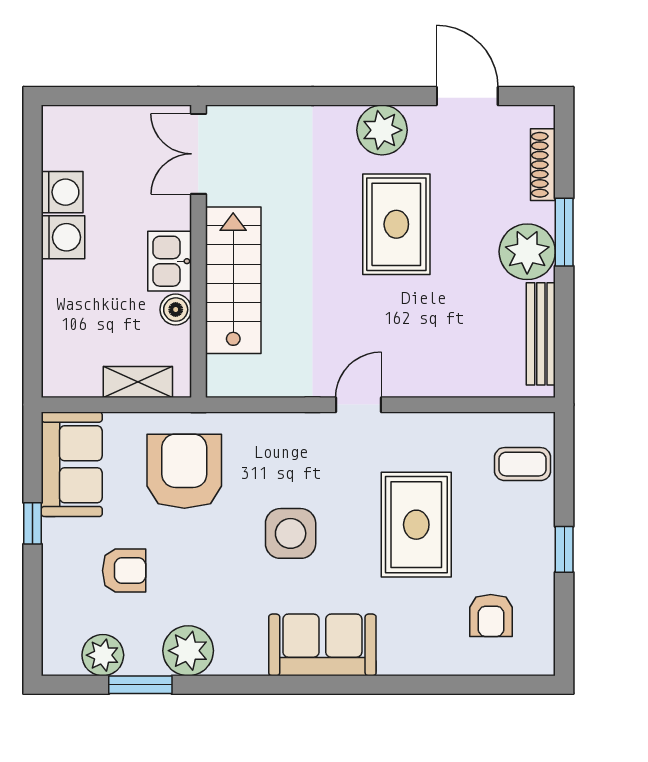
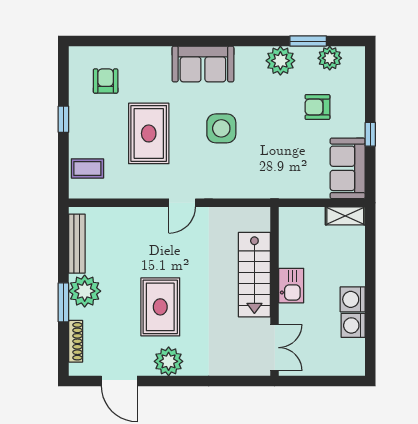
boiler: (176, 310) -> (288, 258), removed
shelving: (138, 382) -> (345, 216), moved
armchair: (184, 471) -> (283, 164), removed

